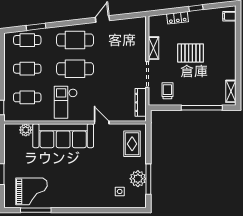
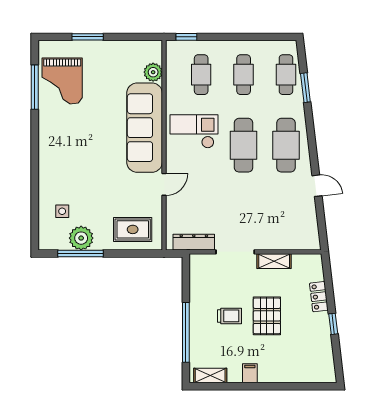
filing cabinet: (229, 16) -> (250, 373), moved
trolley: (167, 91) -> (230, 316), moved

